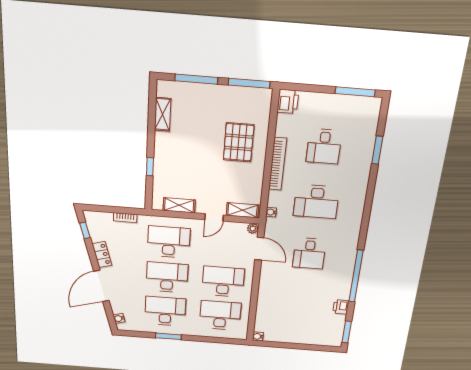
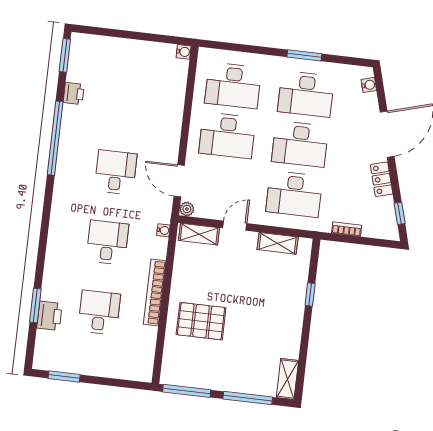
window: (355, 92) -> (64, 376), width x0.69
printer: (288, 101) -> (49, 316), moved, turned 180
shelving: (163, 114) -> (287, 379), moved
pallet: (239, 142) -> (201, 321), turned 90
desk: (316, 202) -> (107, 242), width x0.73

